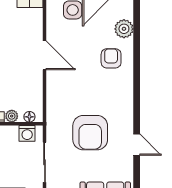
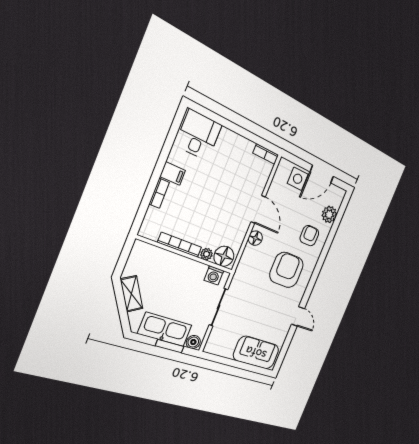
floor lamp: (54, 83) -> (255, 238), added
floor lamp: (29, 117) -> (224, 256), width x1.89, depth x1.89
armchair: (90, 133) -> (287, 270), moved, turned 180

